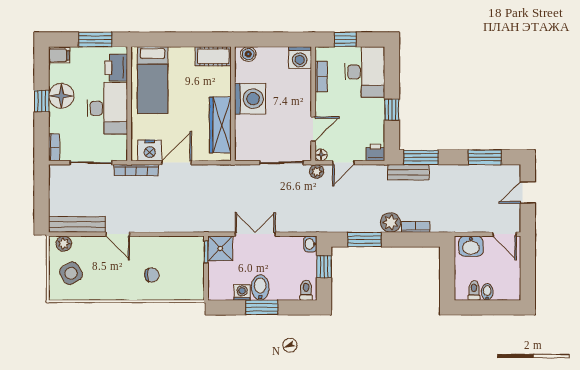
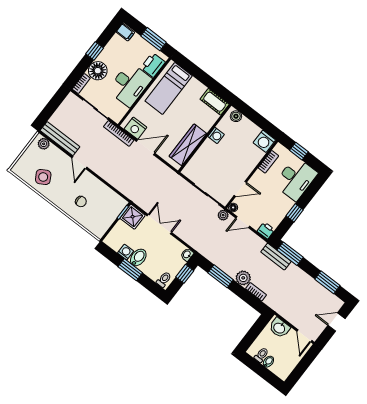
floor lamp: (61, 96) -> (98, 71), moved
washing machine: (250, 99) -> (216, 135), width x0.53, depth x0.53
side table: (71, 273) -> (43, 177), moved

